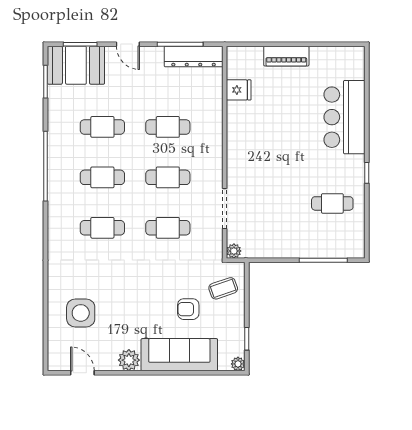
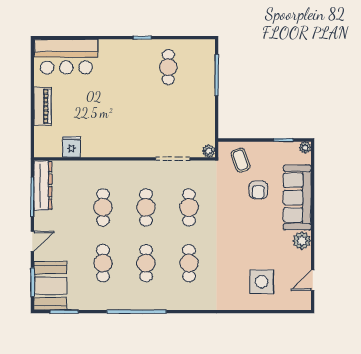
bar counter: (344, 117) -> (66, 57), moved

